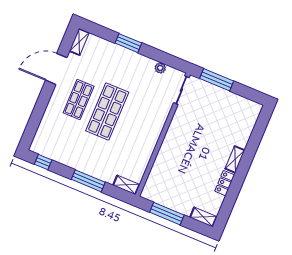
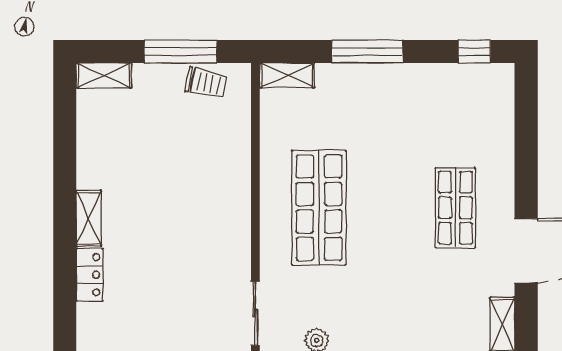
shop shelf: (107, 111) -> (319, 208), moved
locker: (225, 183) -> (90, 275), moved
trolley: (162, 196) -> (206, 83), added

